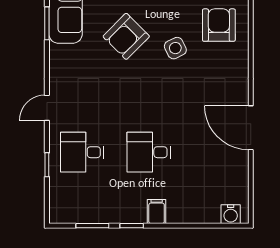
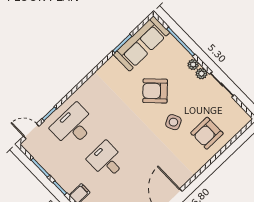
armchair: (219, 25) -> (207, 133), turned 180
door: (47, 108) -> (31, 131), moved
desk: (82, 152) -> (73, 126), width x1.37

